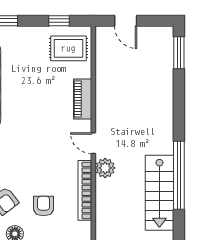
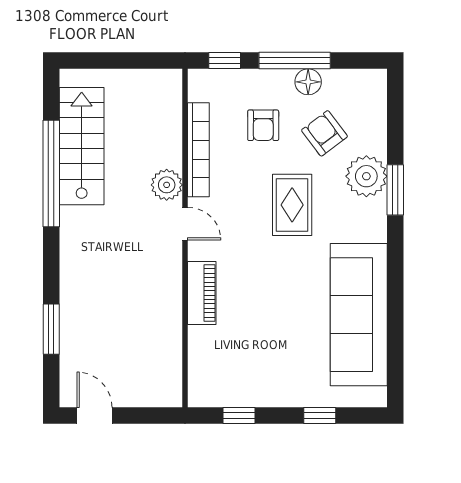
door: (126, 21) -> (95, 416), moved
rug: (68, 48) -> (292, 205), moved, turned 90
window: (179, 53) -> (51, 329), moved

